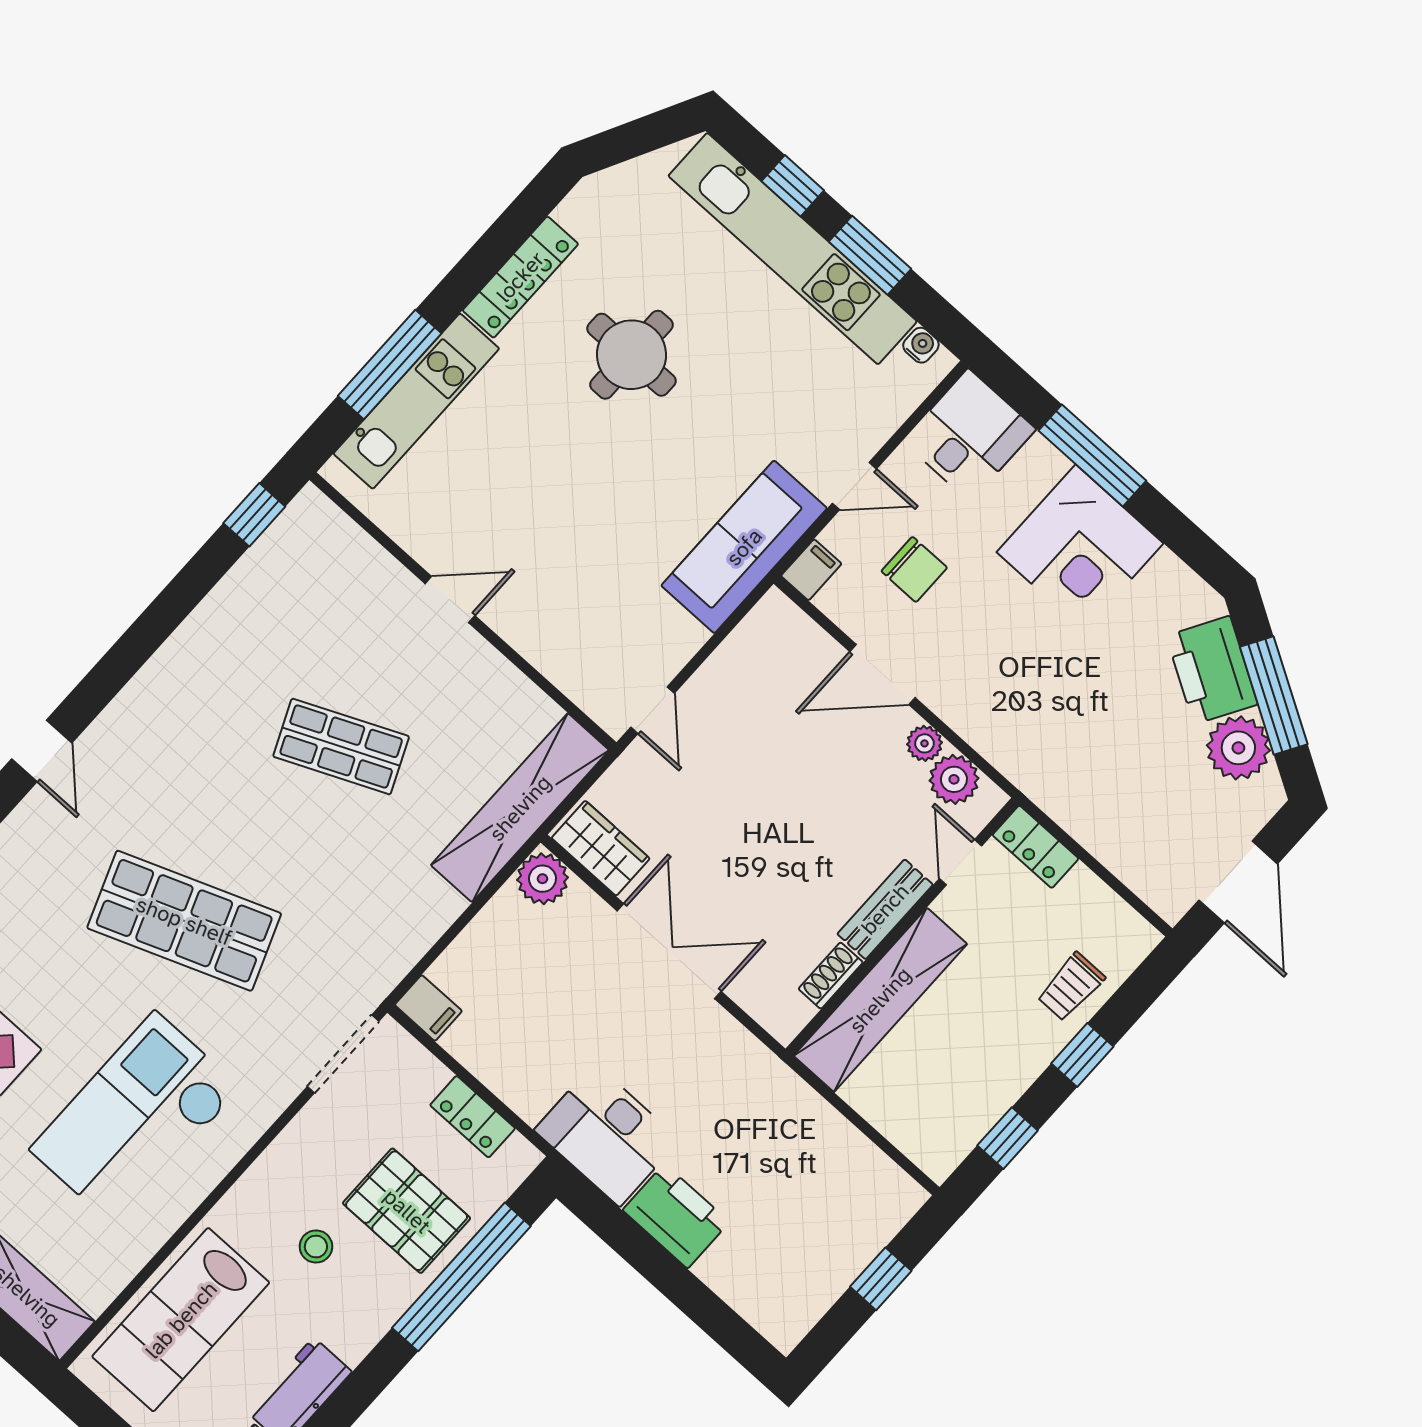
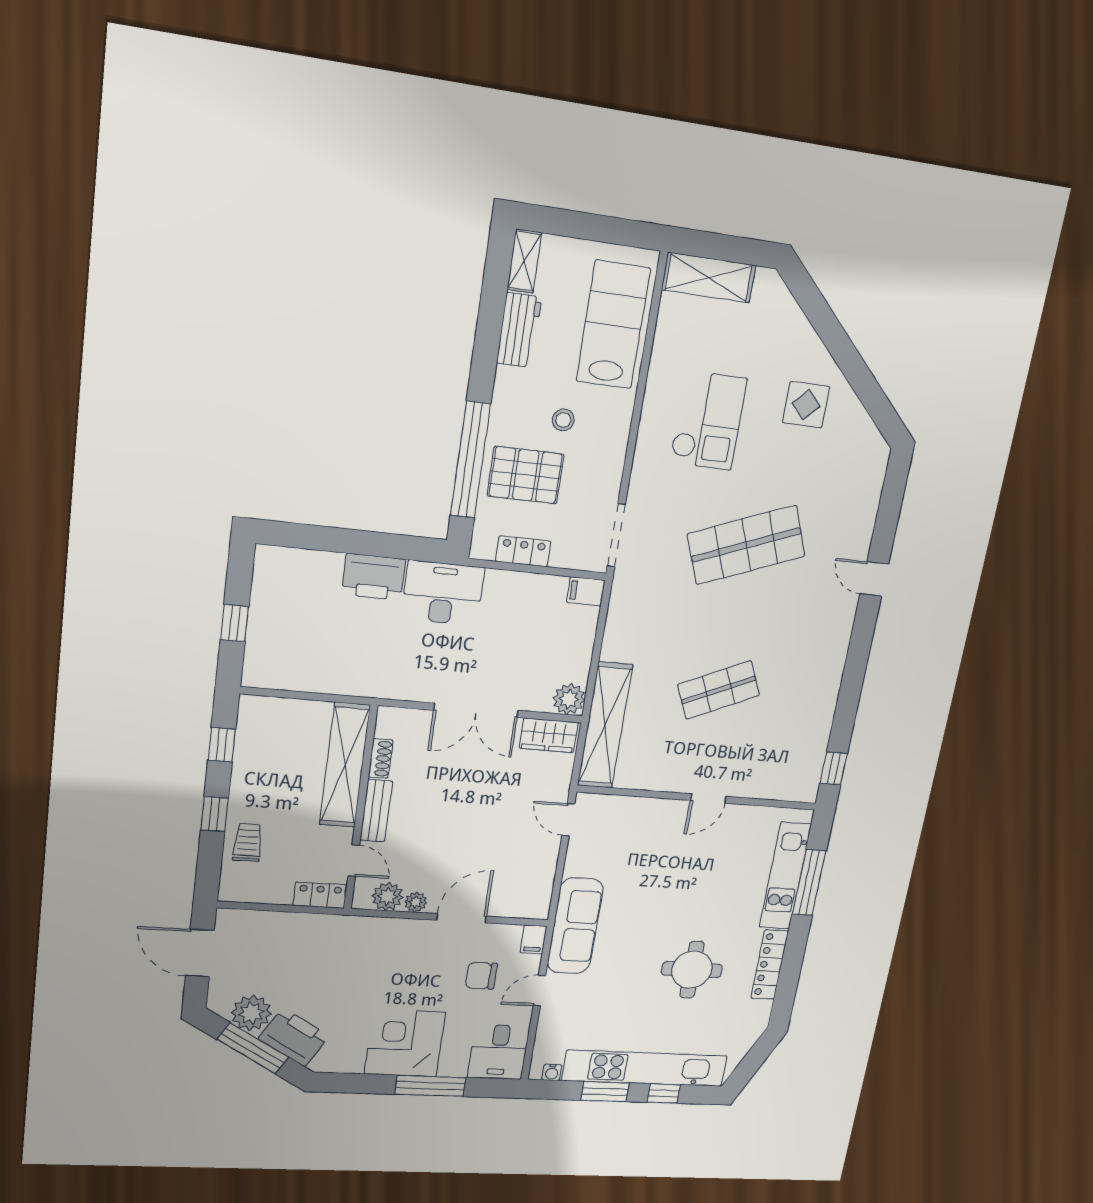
checkout: (135, 1119) -> (708, 421), width x0.73, depth x0.83

